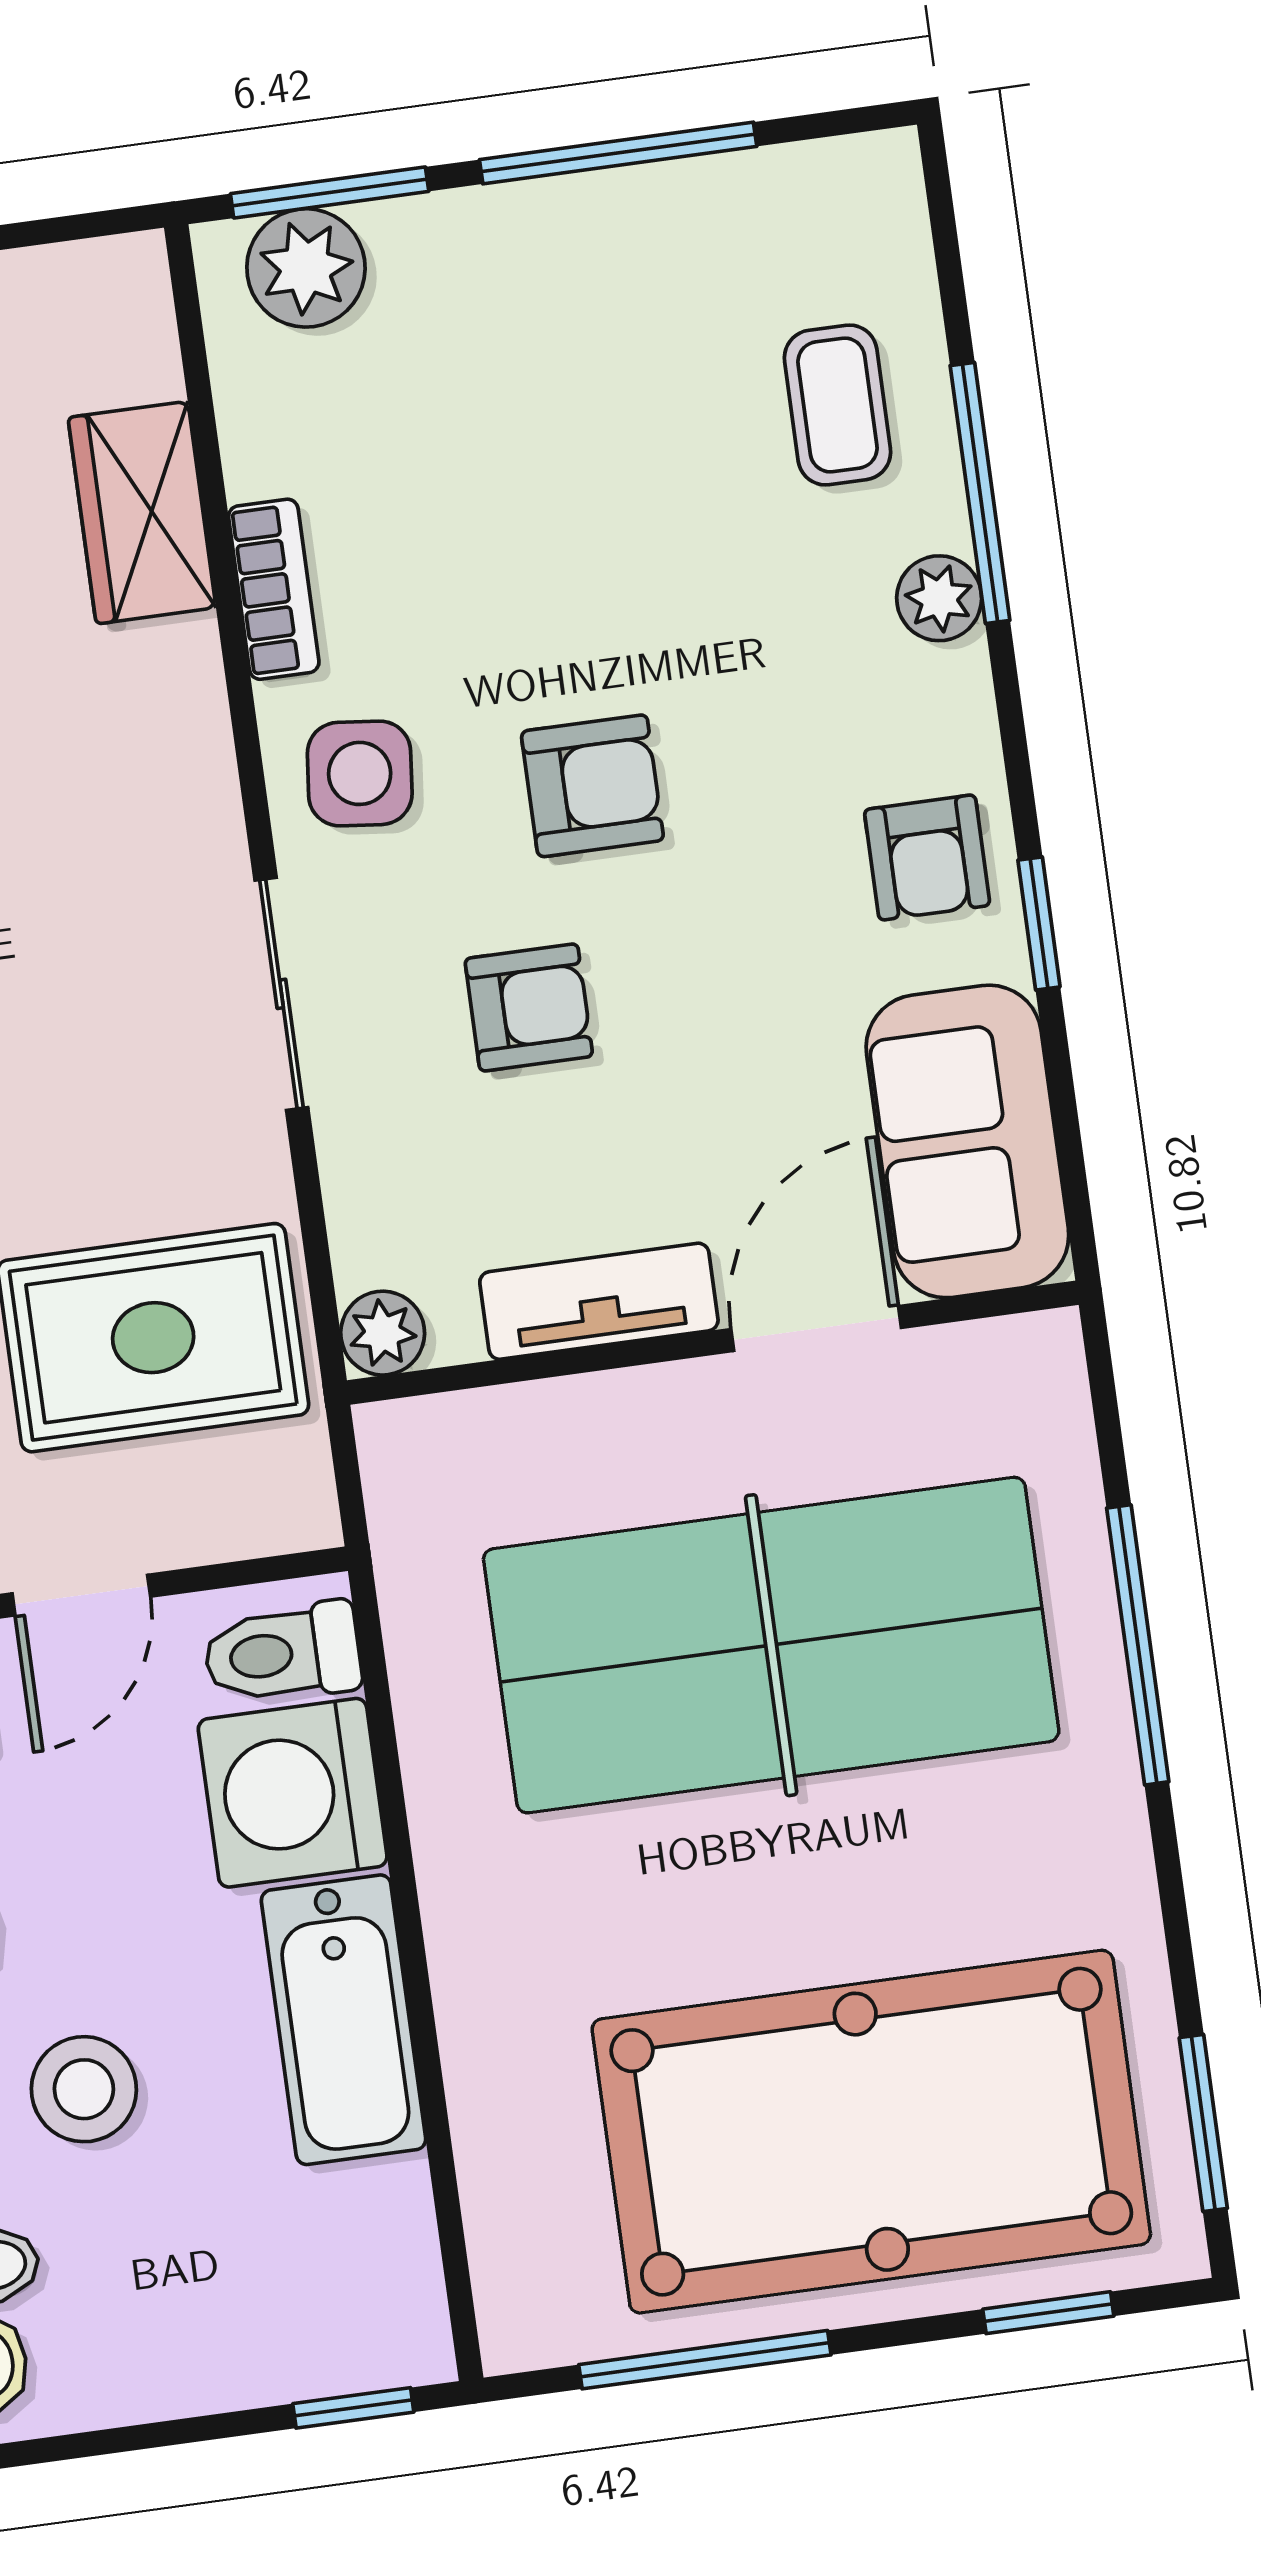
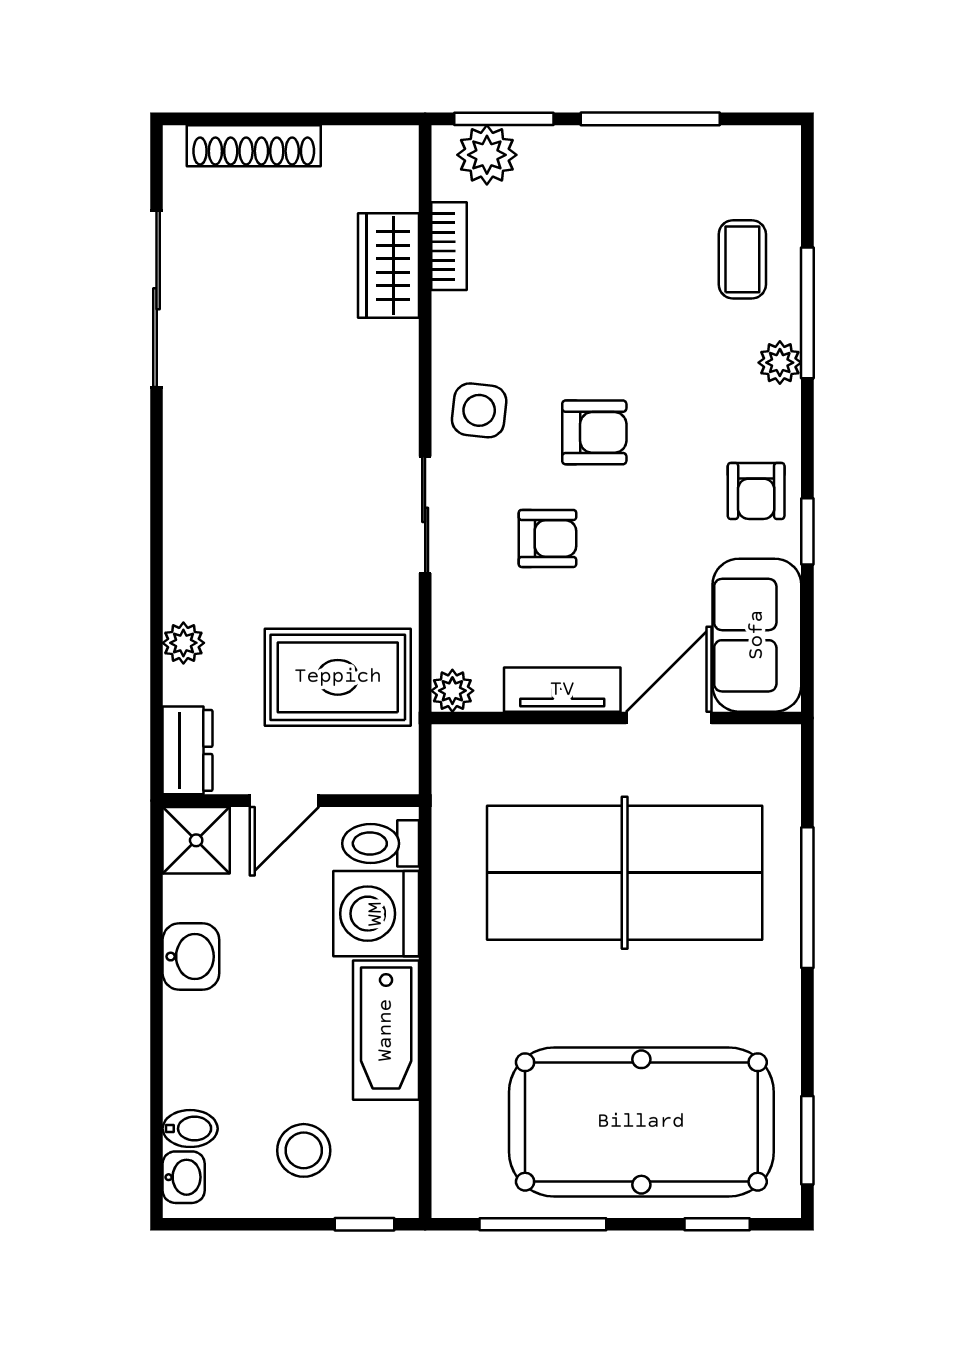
bookcase: (274, 589) -> (449, 246), moved
stool: (84, 2089) -> (304, 1150), moved

